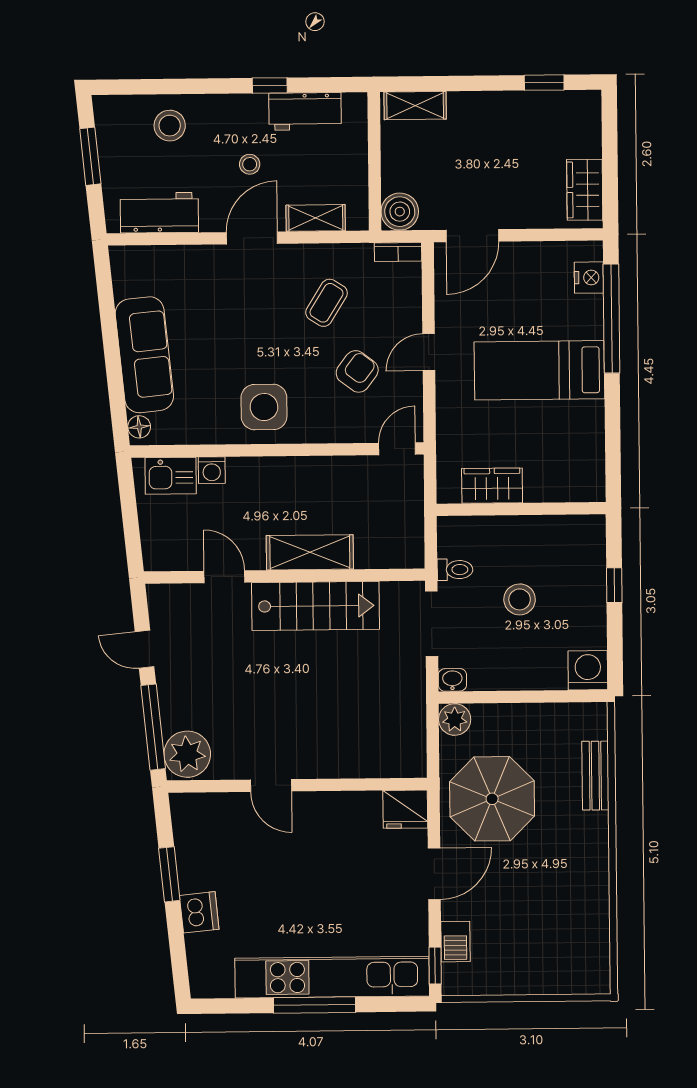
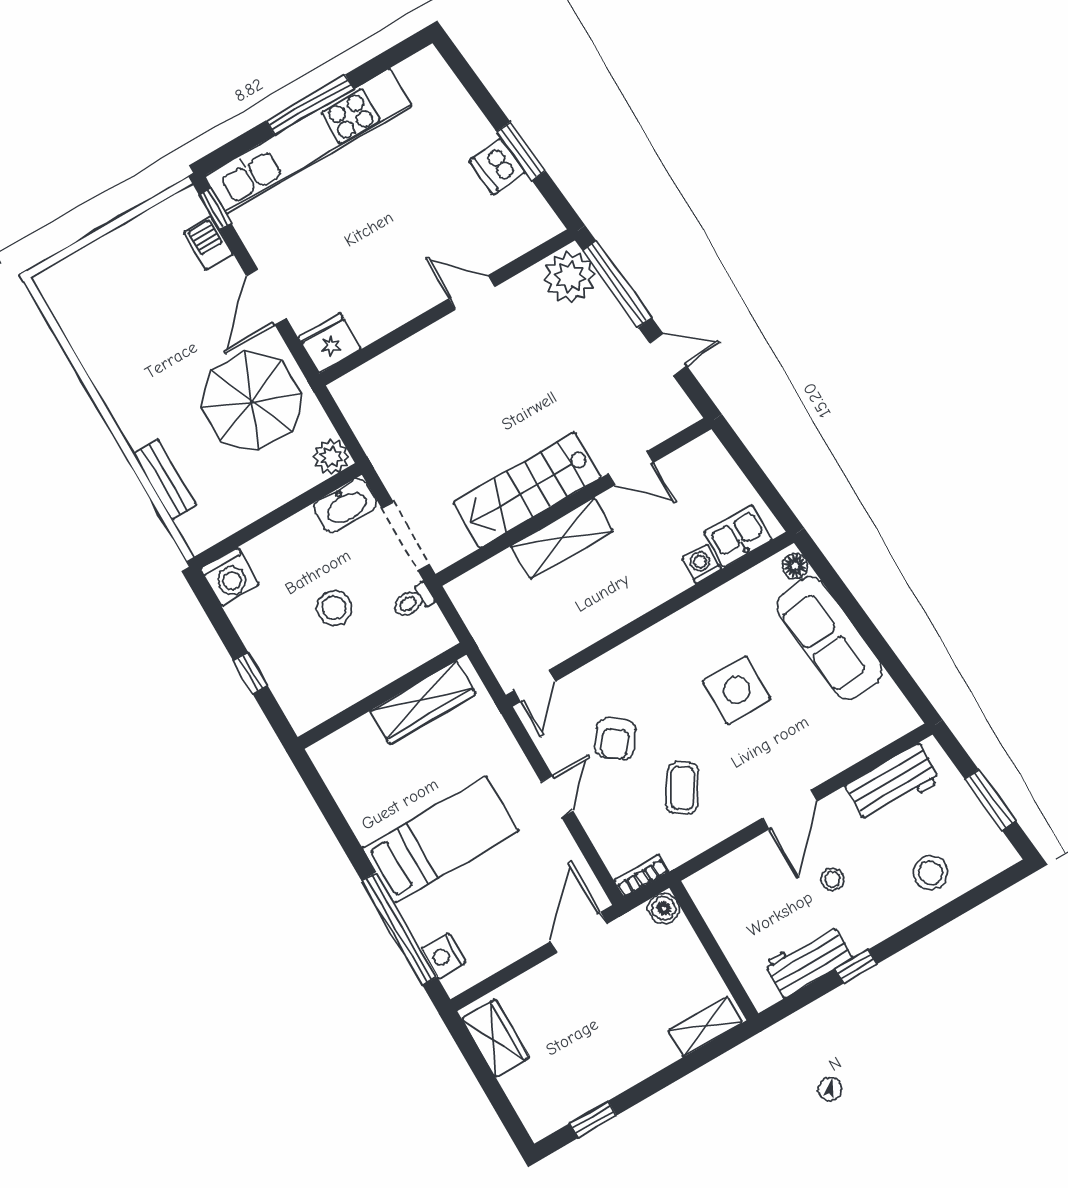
boiler: (400, 212) -> (664, 908), width x0.73, depth x0.73
shelving: (316, 218) -> (739, 864), removed
side table: (264, 407) -> (737, 690), moved
wardrobe: (492, 486) -> (423, 702), width x1.50
washbasin: (452, 680) -> (345, 506), width x1.91, depth x1.45
dishwasher: (199, 912) -> (497, 166), moved

